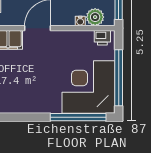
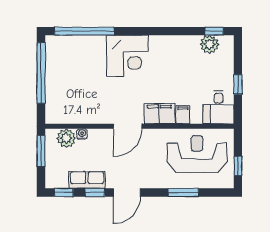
printer: (102, 38) -> (58, 116), removed
corner desk: (88, 87) -> (127, 56), moved, width x0.74, depth x0.74

